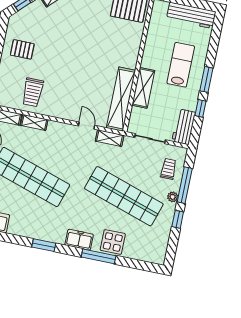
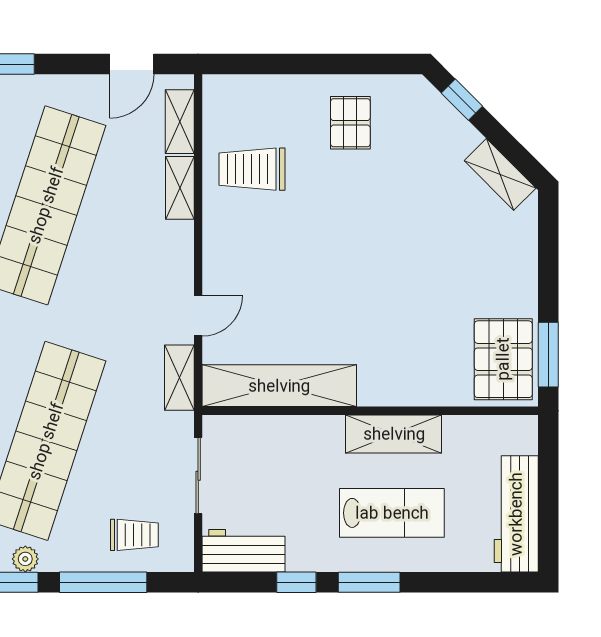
shelving: (143, 88) -> (394, 434), moved
plant: (173, 197) -> (25, 559), moved

